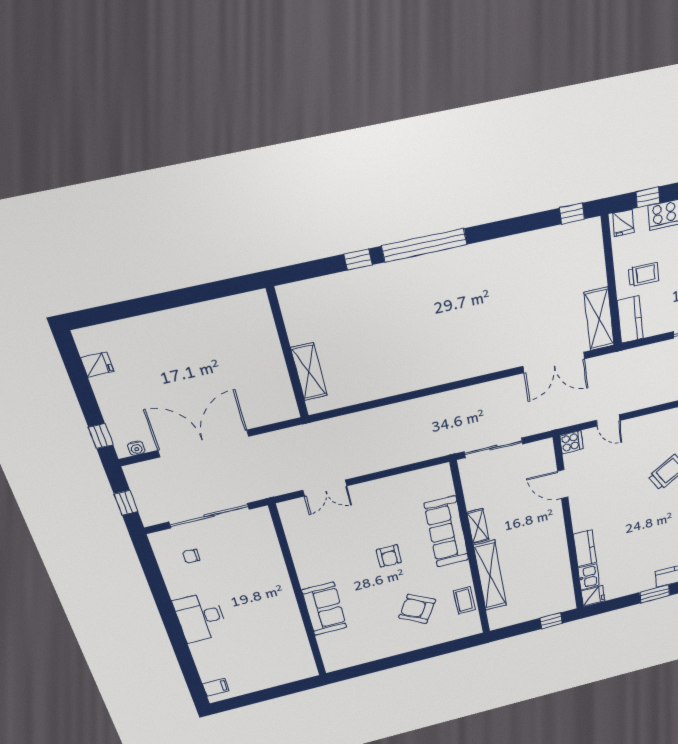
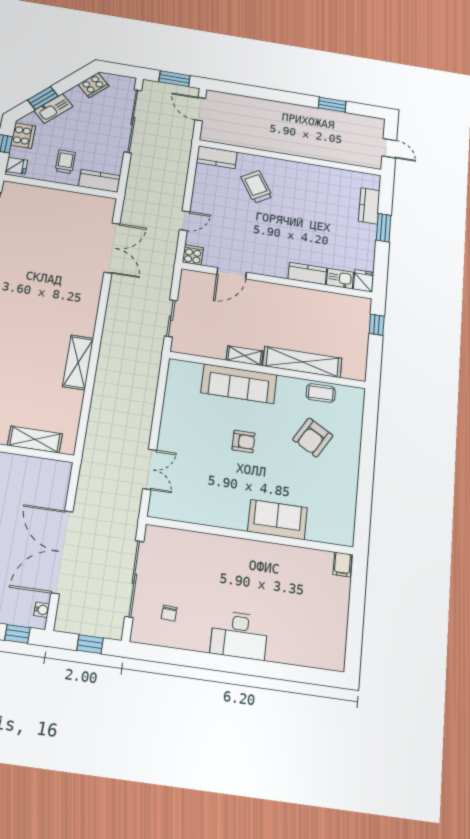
shelving: (599, 319) -> (78, 362), moved, turned 90
sliding door: (494, 448) -> (171, 318), width x0.73
filing cabinet: (216, 687) -> (342, 564), moved, turned 180

